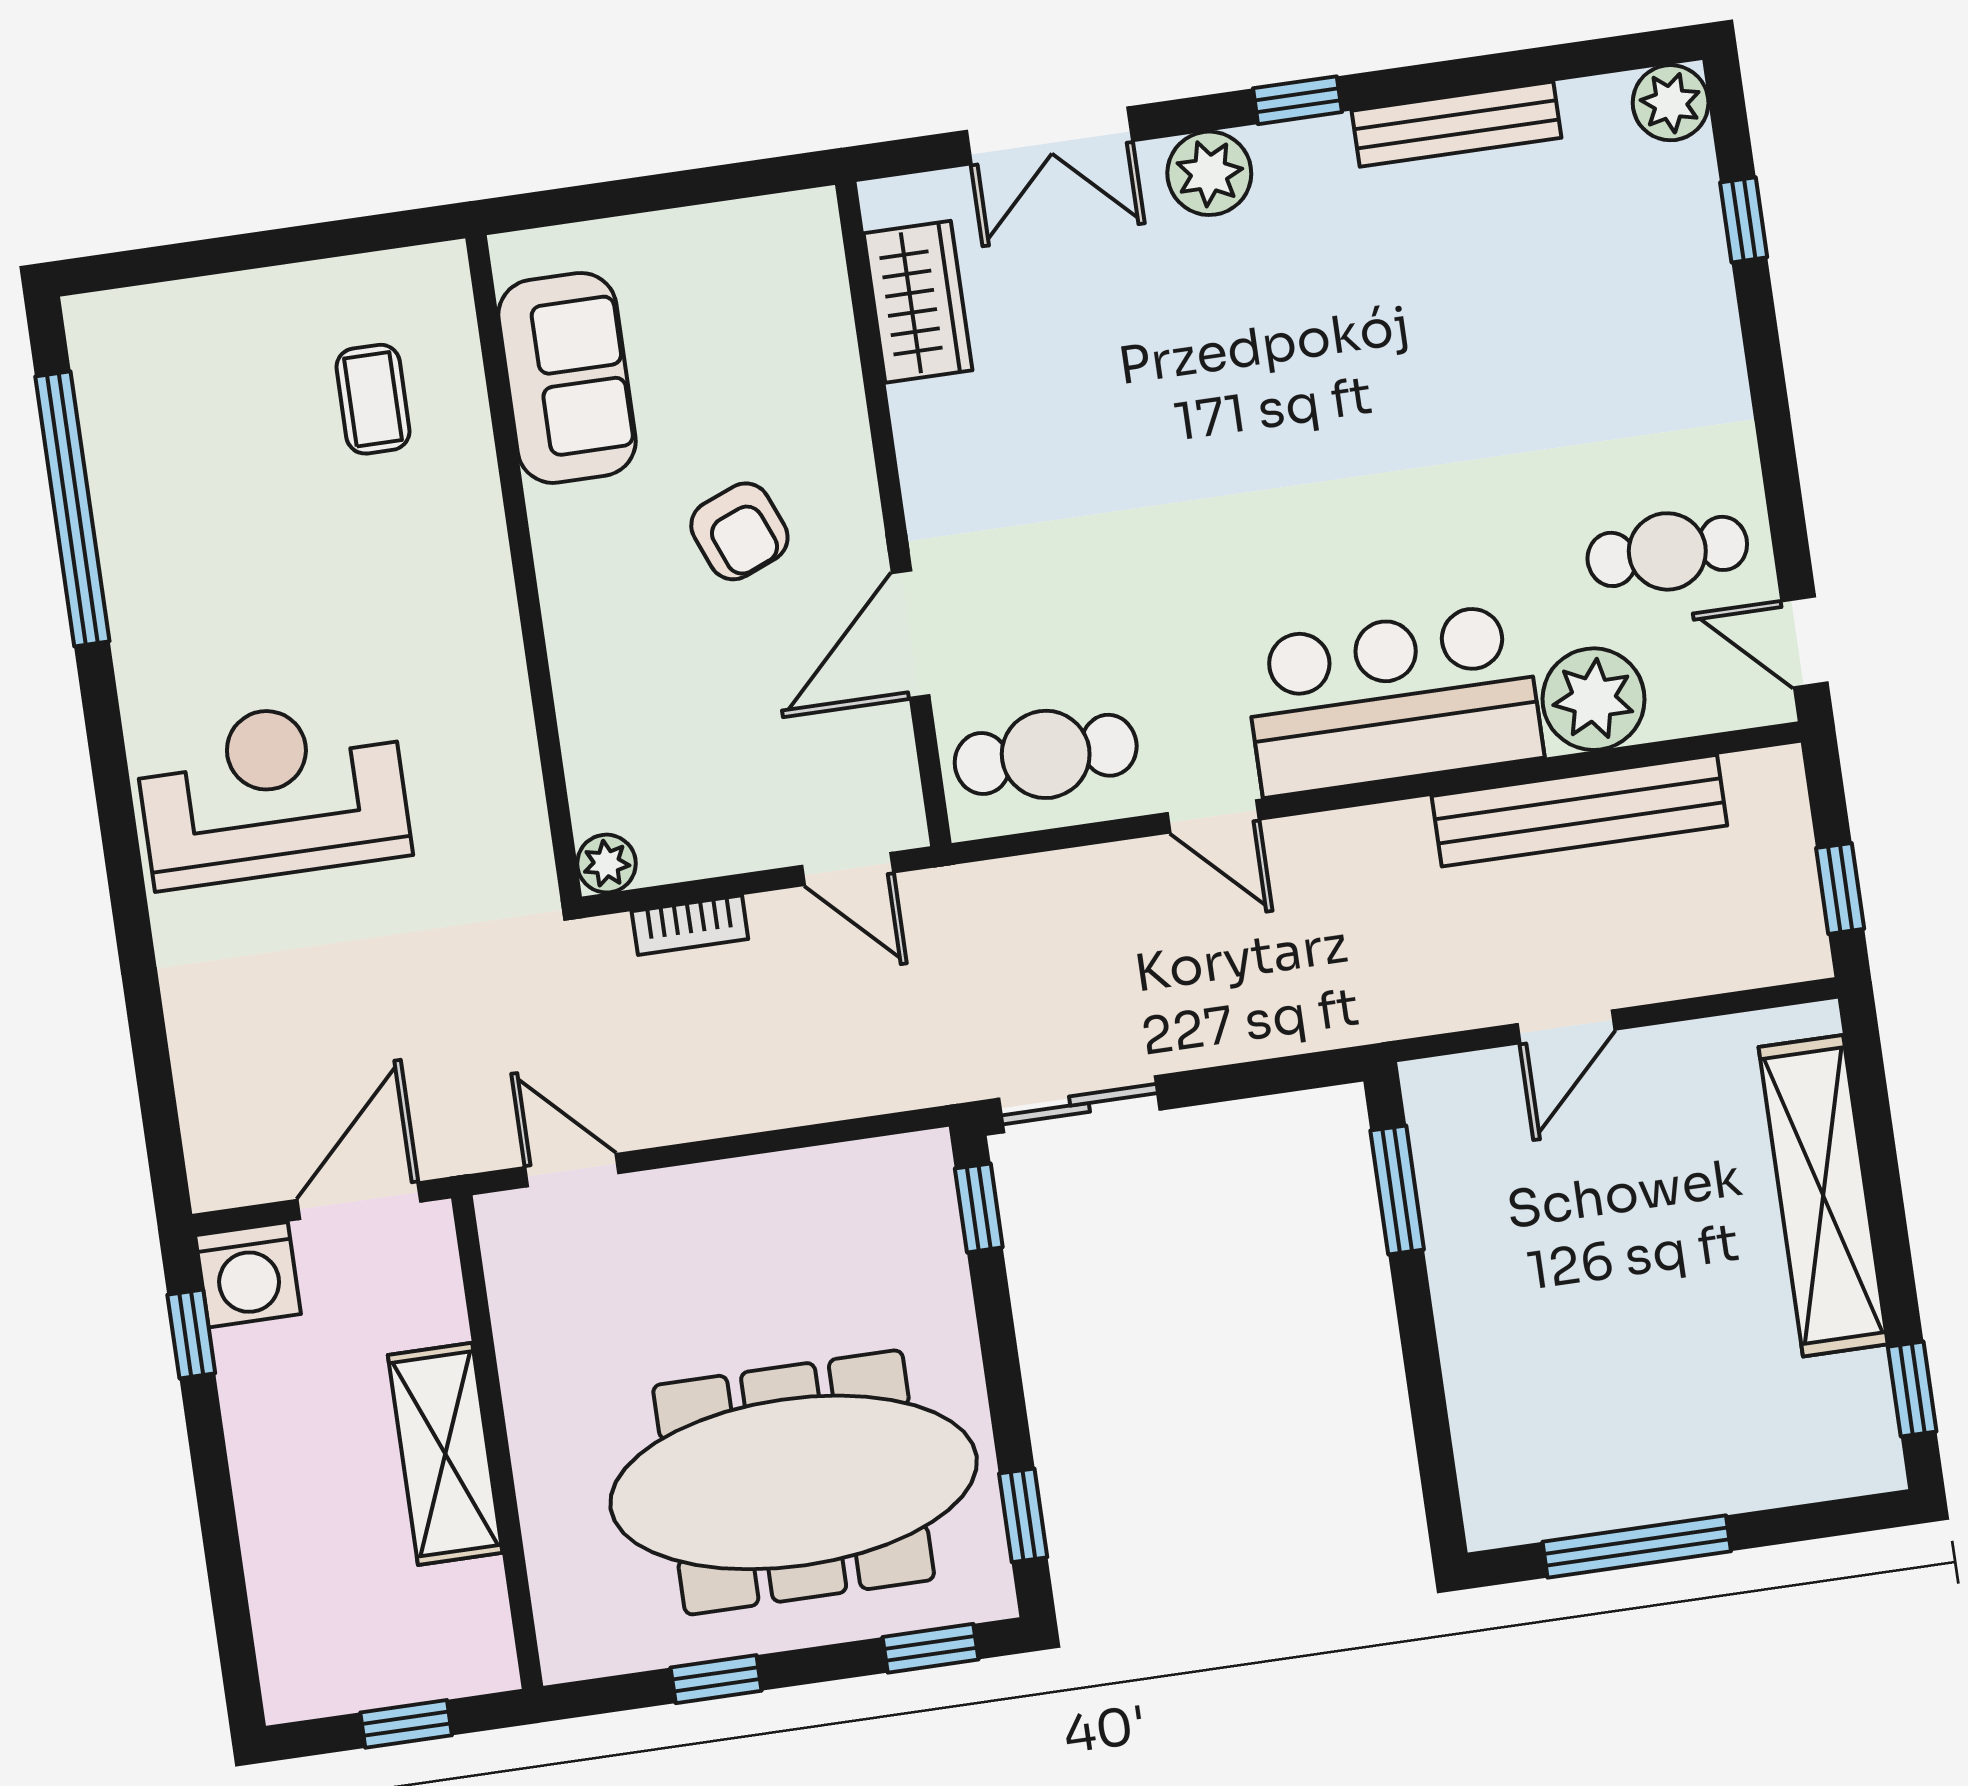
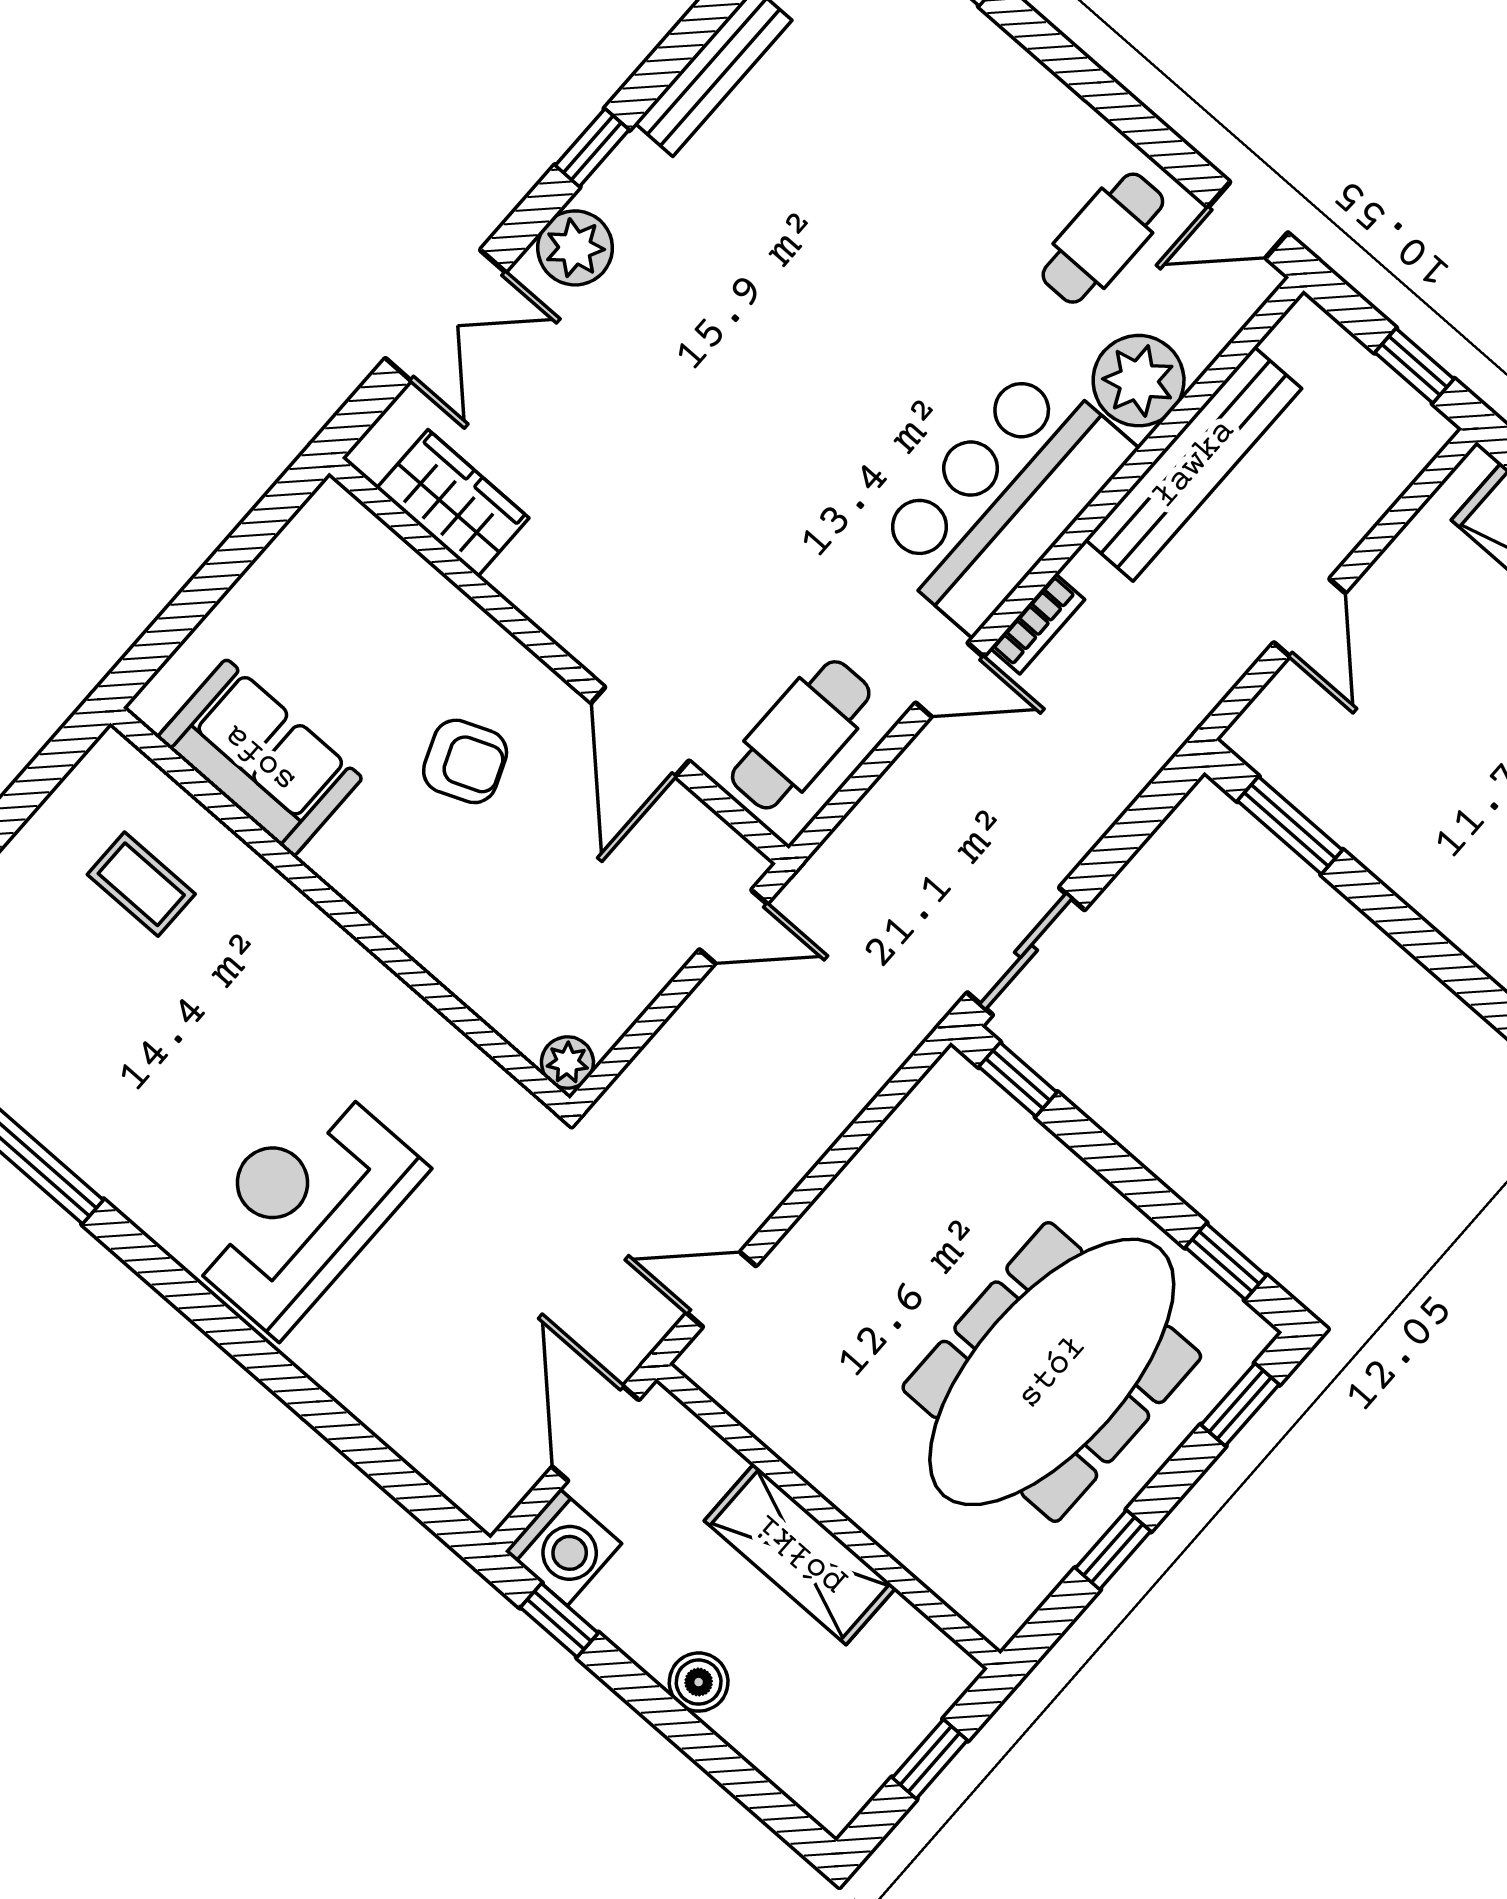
bookcase: (690, 925) -> (1038, 624), moved
boiler: (265, 1489) -> (699, 1682), added

